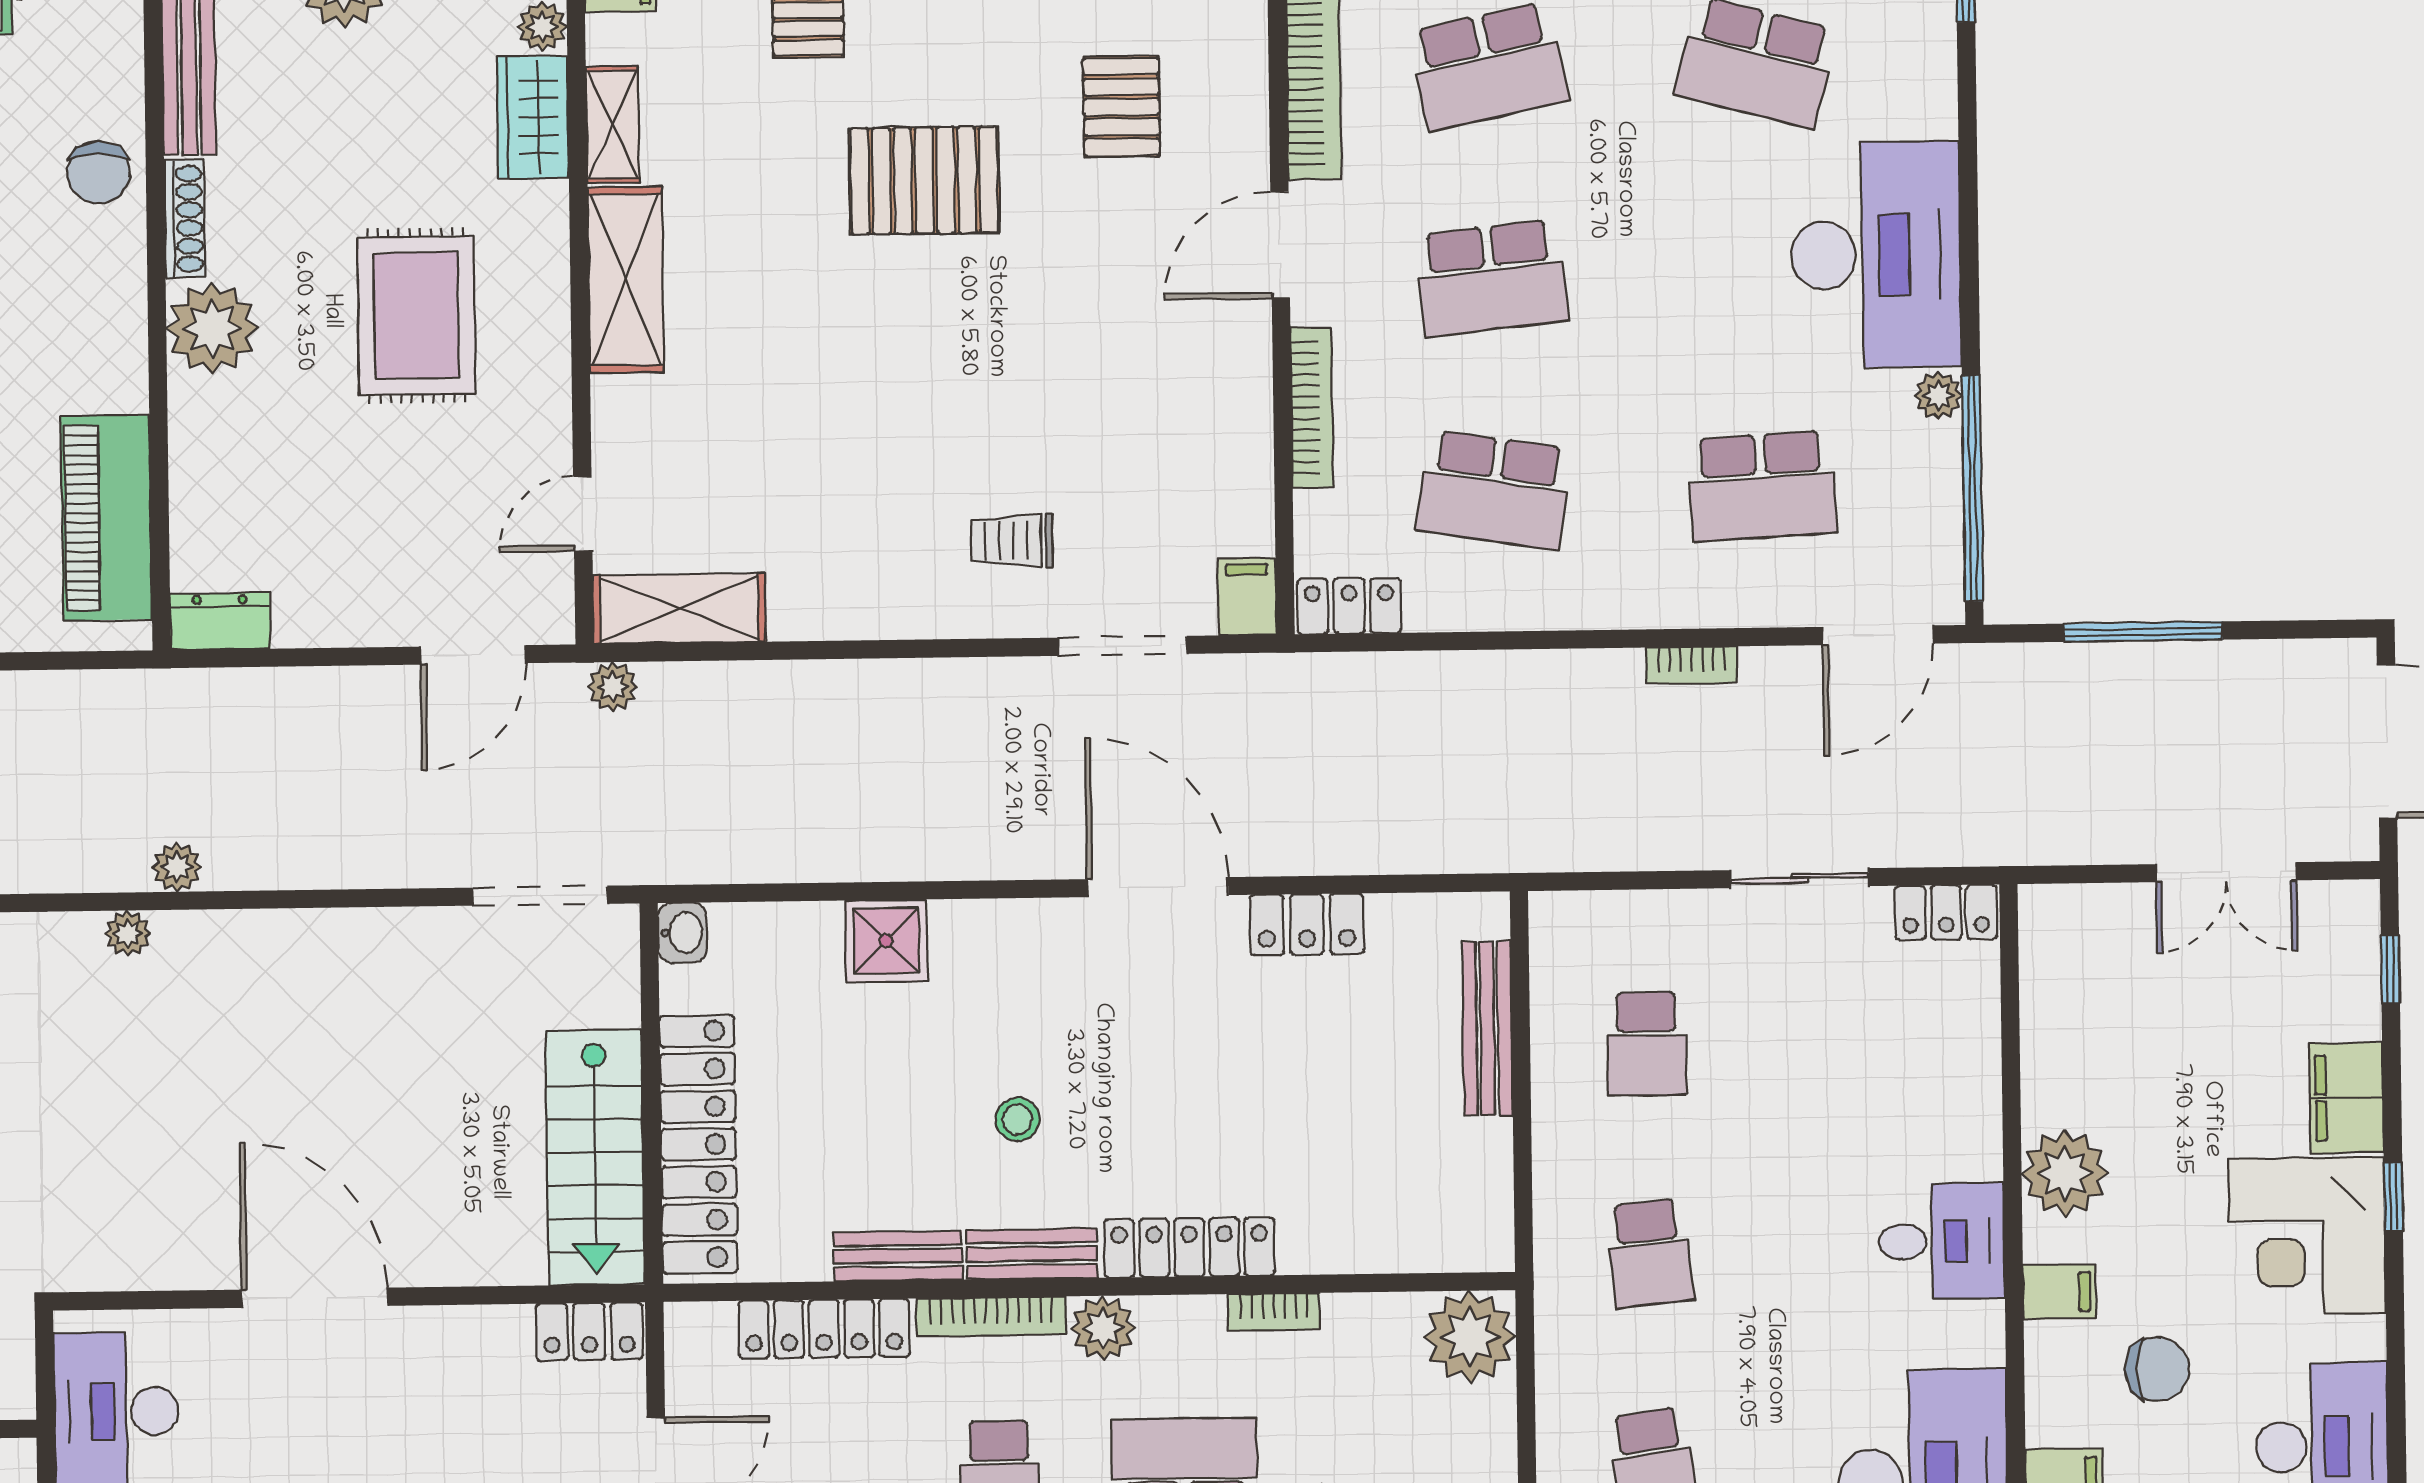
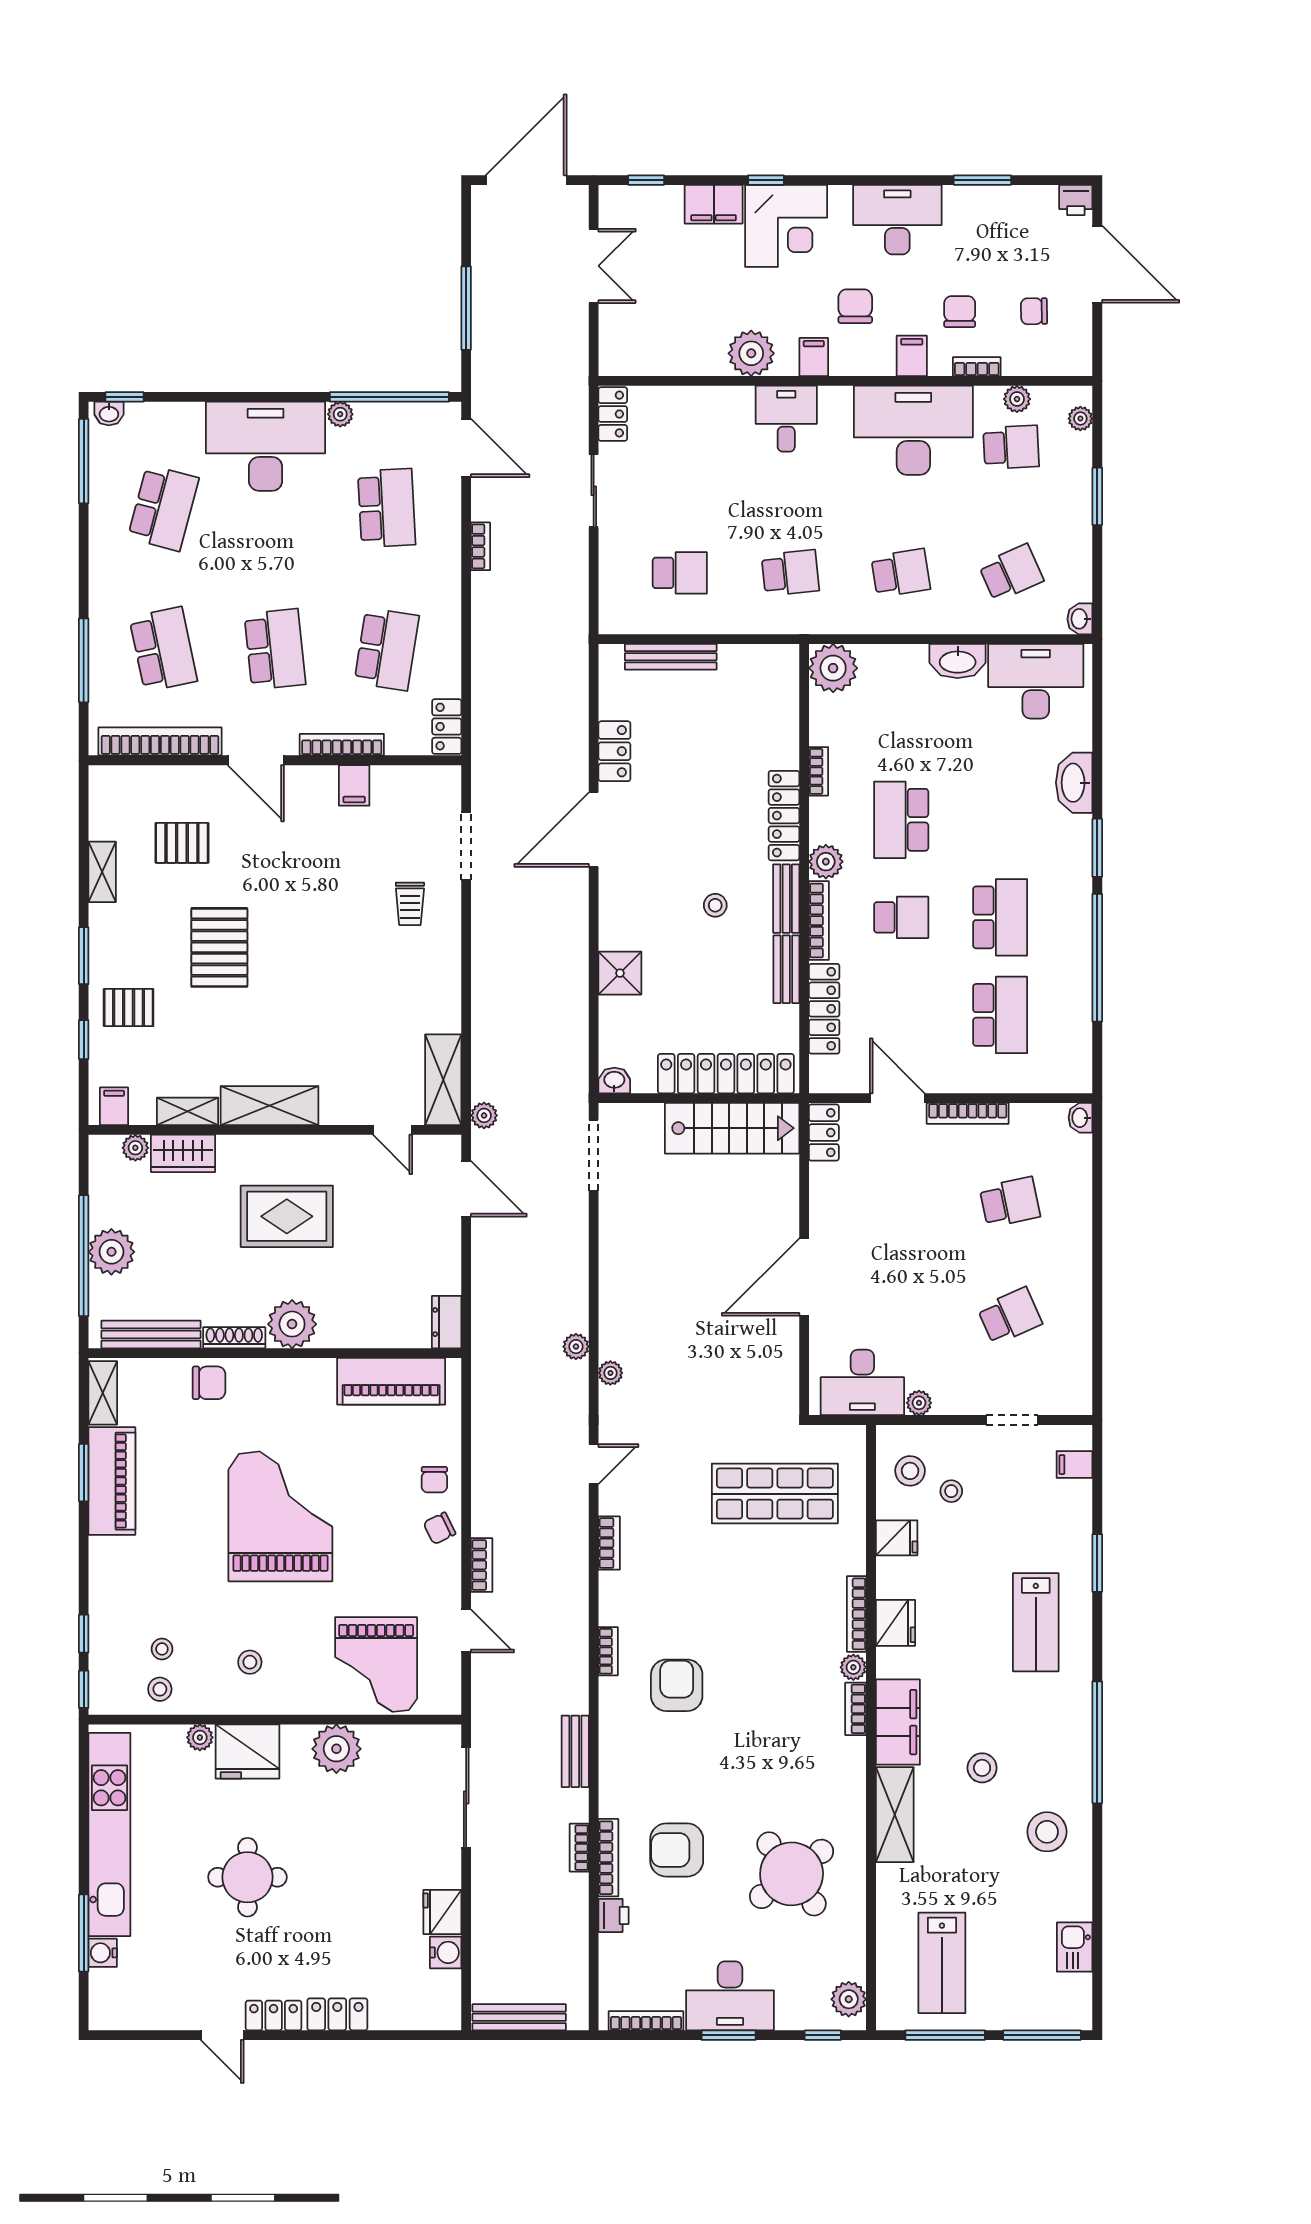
filing cabinet: (1247, 596) -> (354, 785), moved, turned -90

